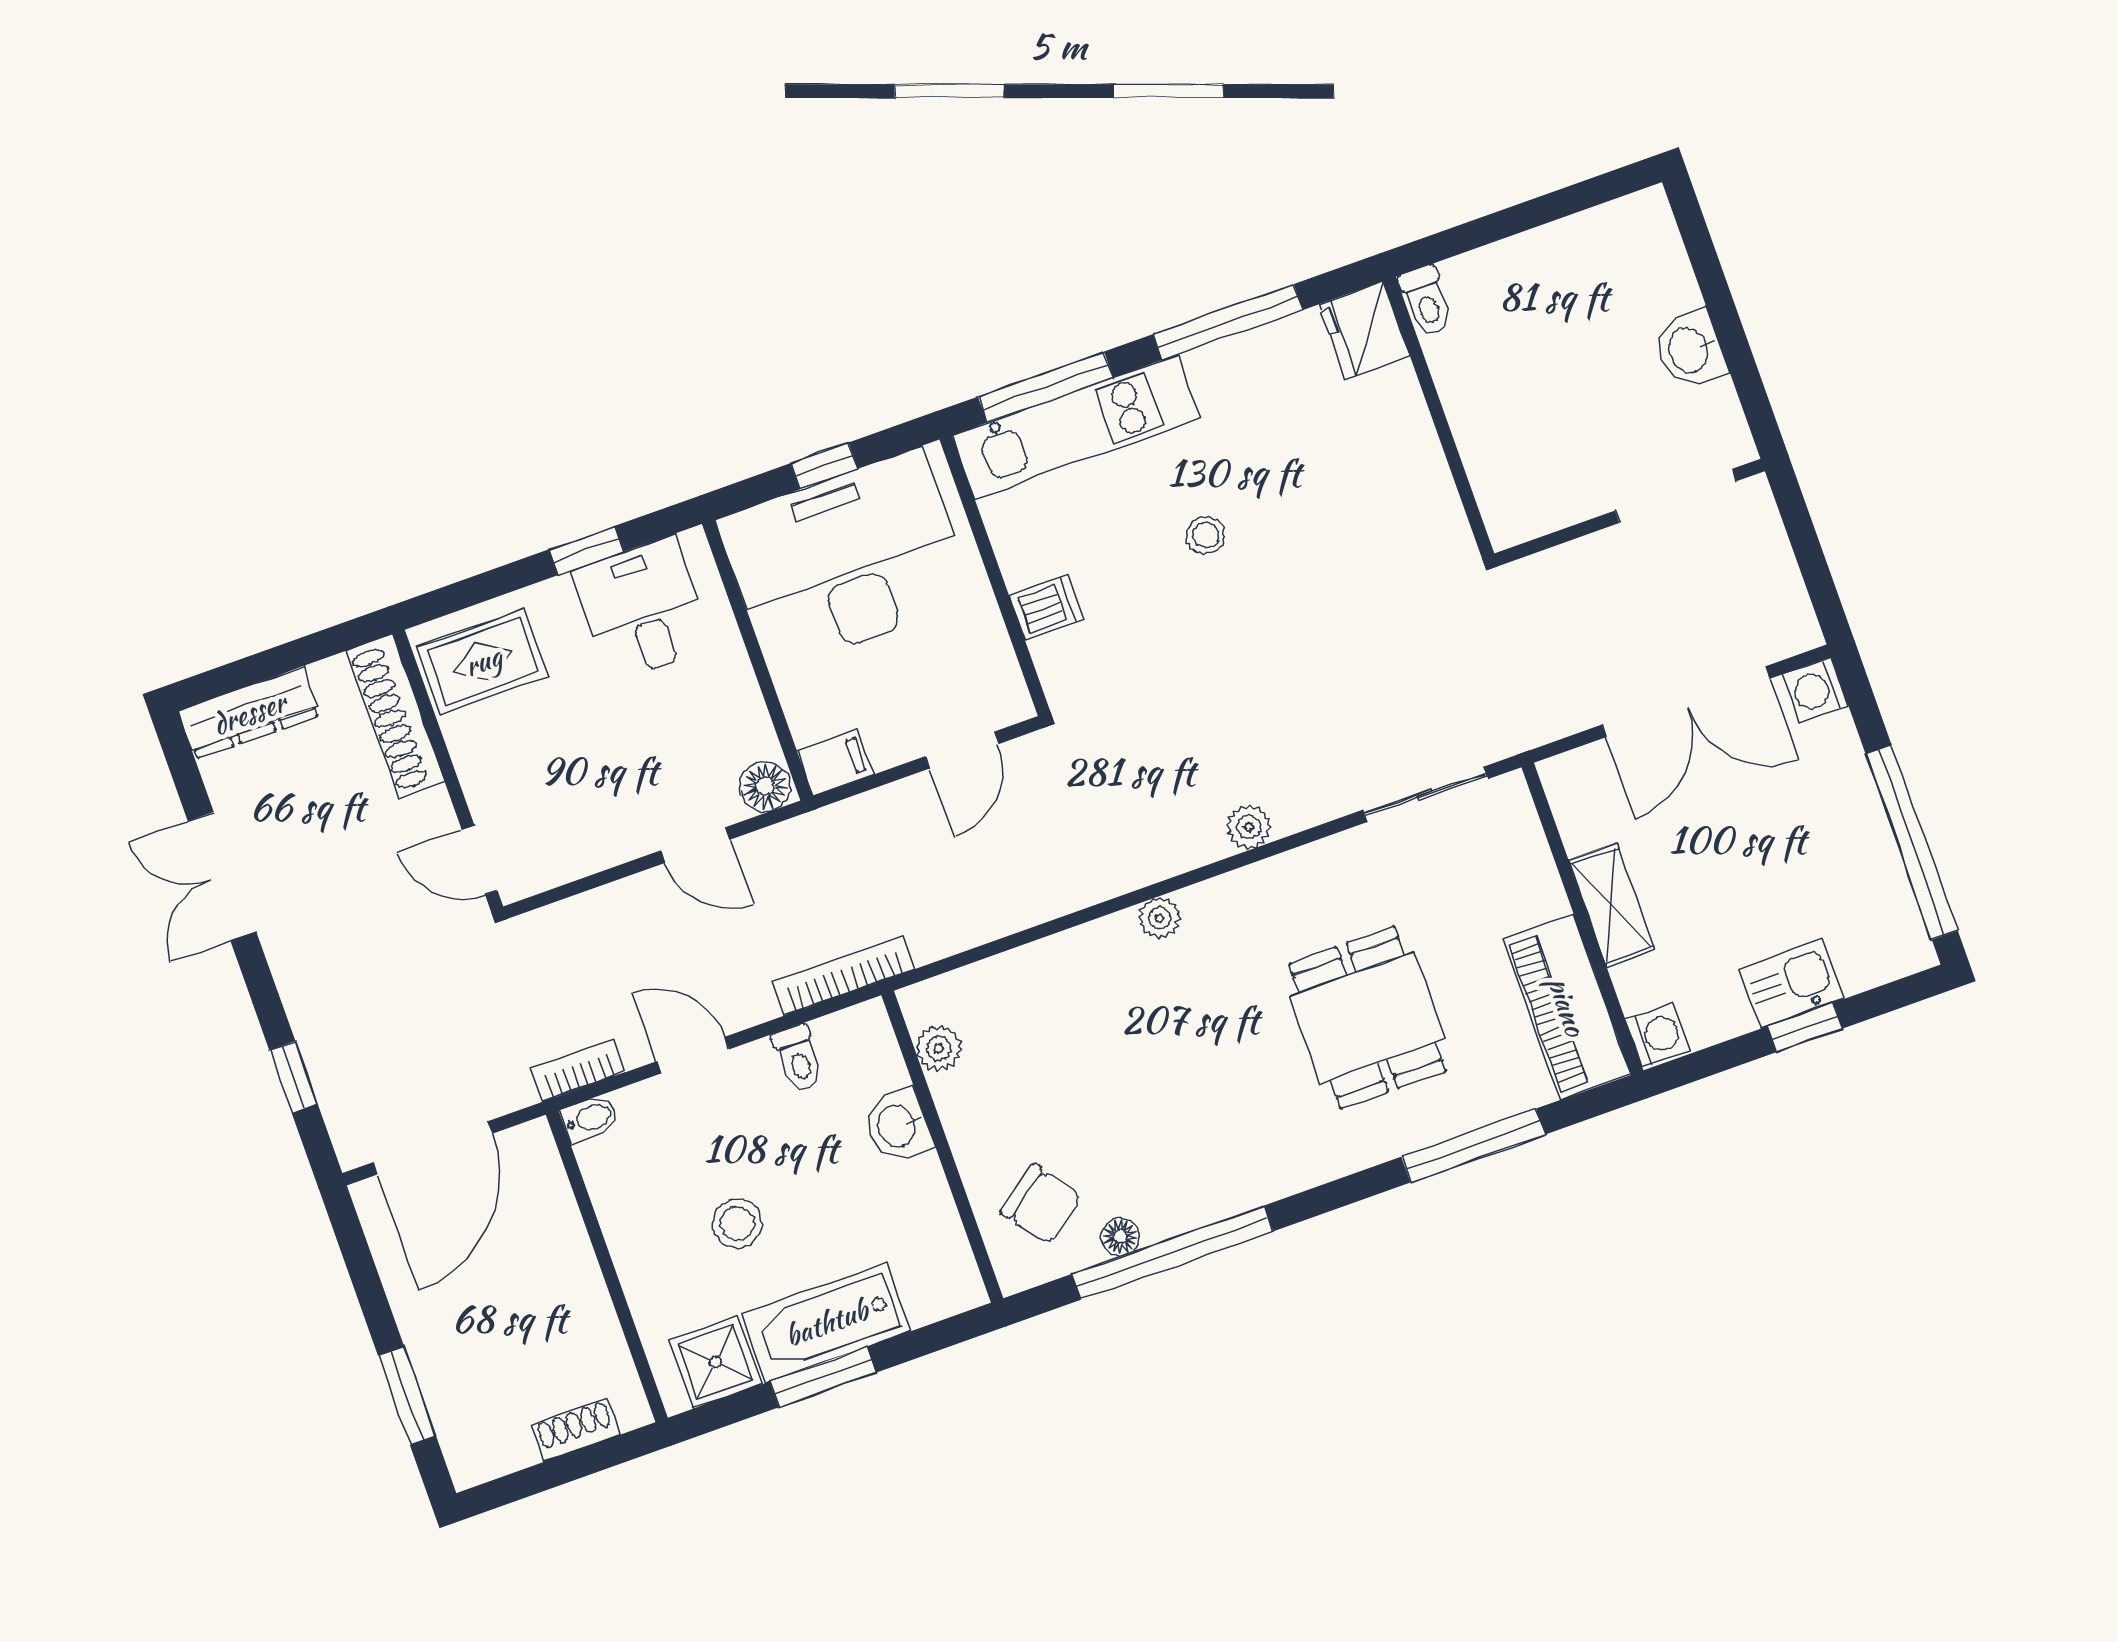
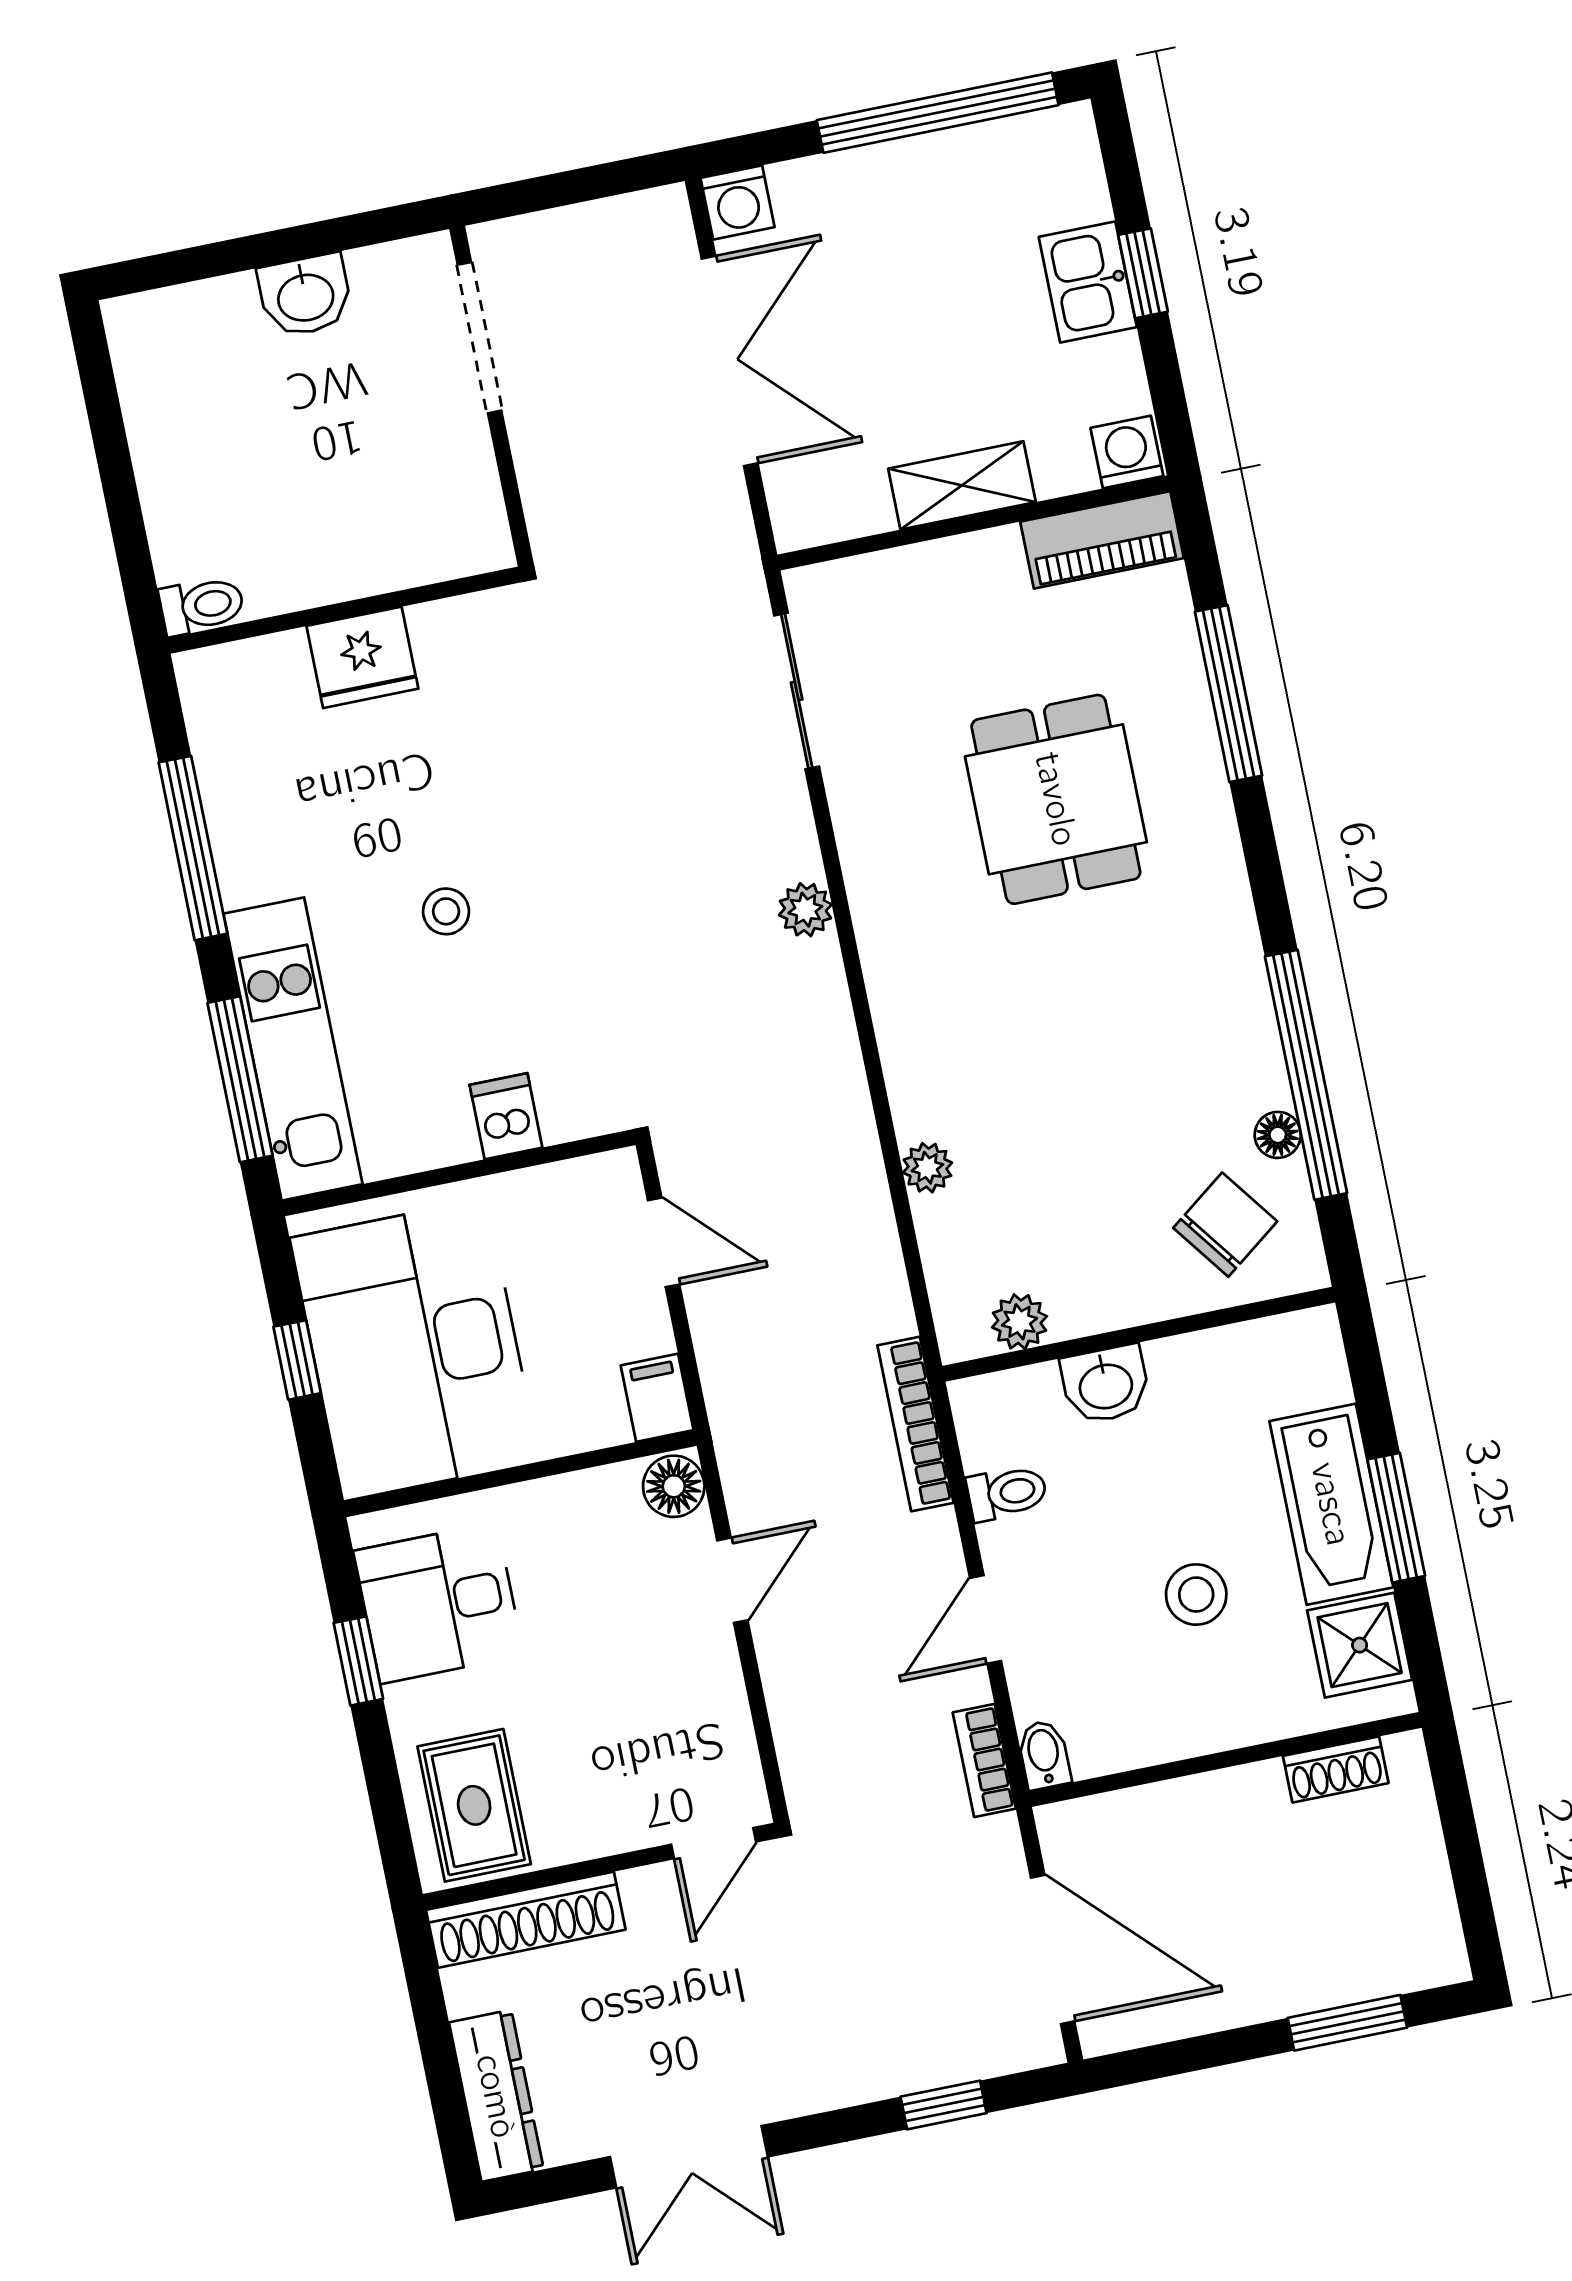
fridge: (1364, 330) -> (362, 657), moved
plant: (1160, 918) -> (927, 1168), moved
piano: (1567, 1006) -> (1102, 540), width x0.73, depth x0.75
dining table: (1367, 1018) -> (1056, 799), turned 90
shoe rack: (576, 1430) -> (1336, 1769), moved, turned -90

